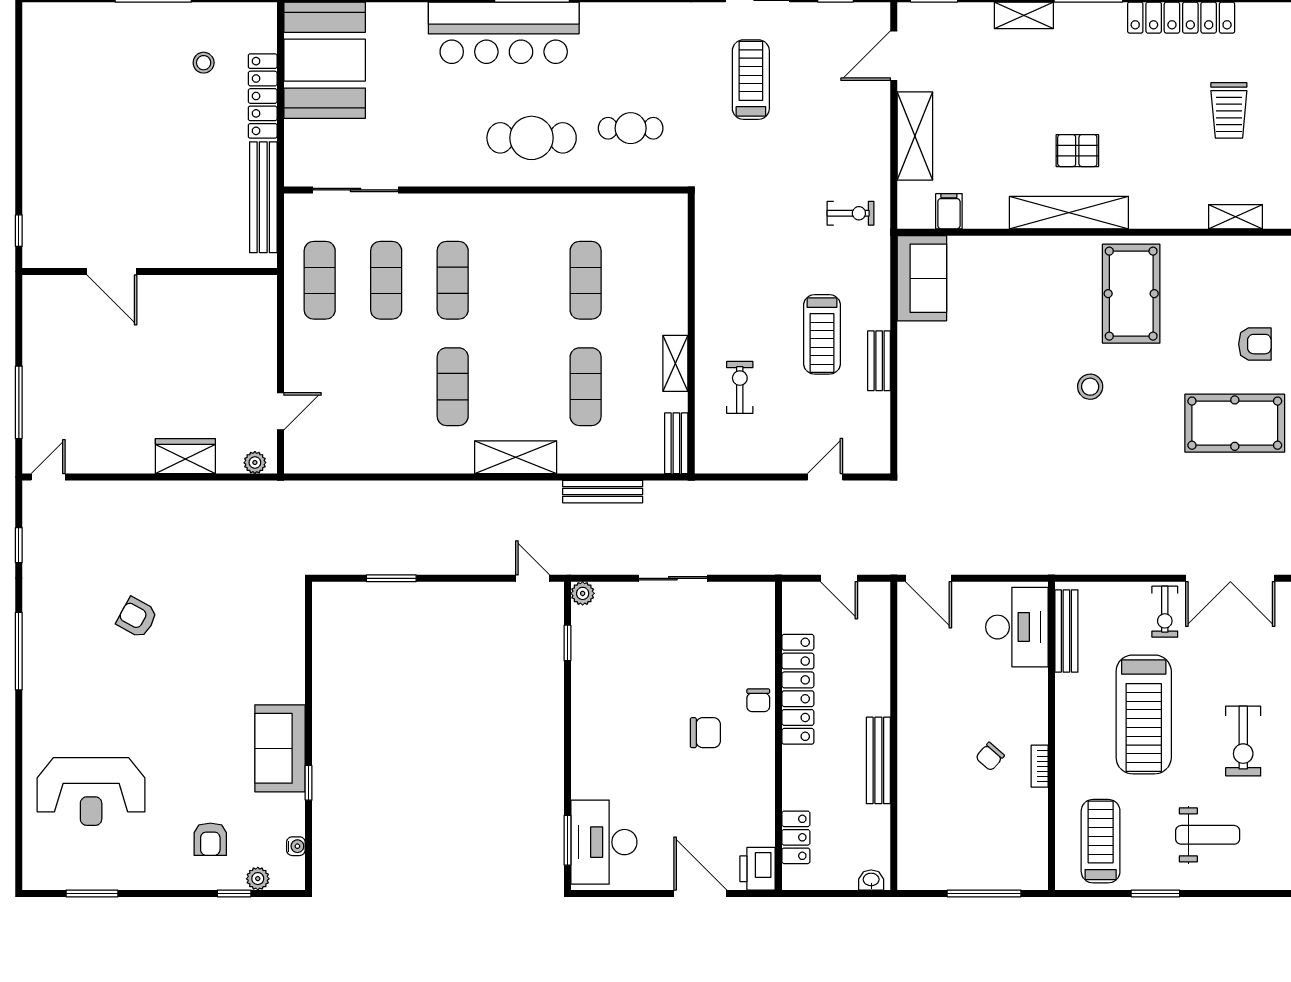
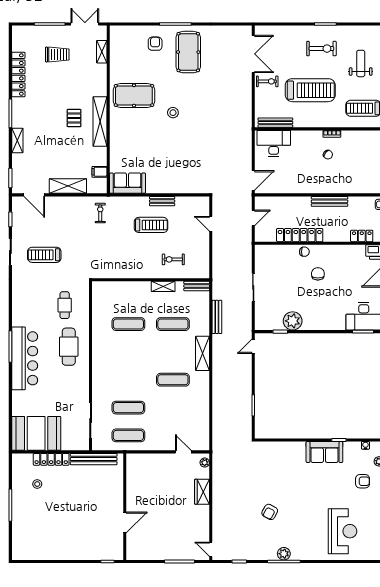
exercise mat: (453, 280) -> (128, 380), removed
plant: (583, 593) -> (293, 321), moved, width x1.87, depth x1.87
plant: (37, 651) -> (284, 554), added

